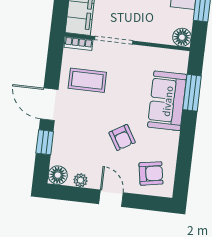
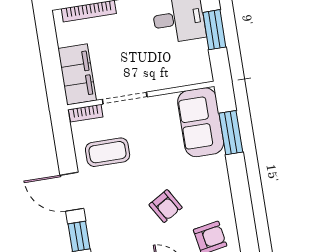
floor lamp: (182, 37) -> (201, 73), removed
sofa: (167, 101) -> (201, 122), moved

